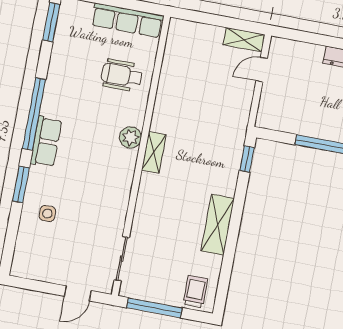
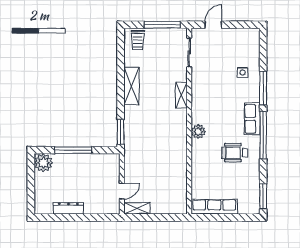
wheelchair: (122, 75) -> (235, 153), moved, turned 180
shelving: (154, 152) -> (181, 95), moved
window: (247, 159) -> (121, 132), width x1.50
window: (21, 184) -> (263, 88), width x1.44

